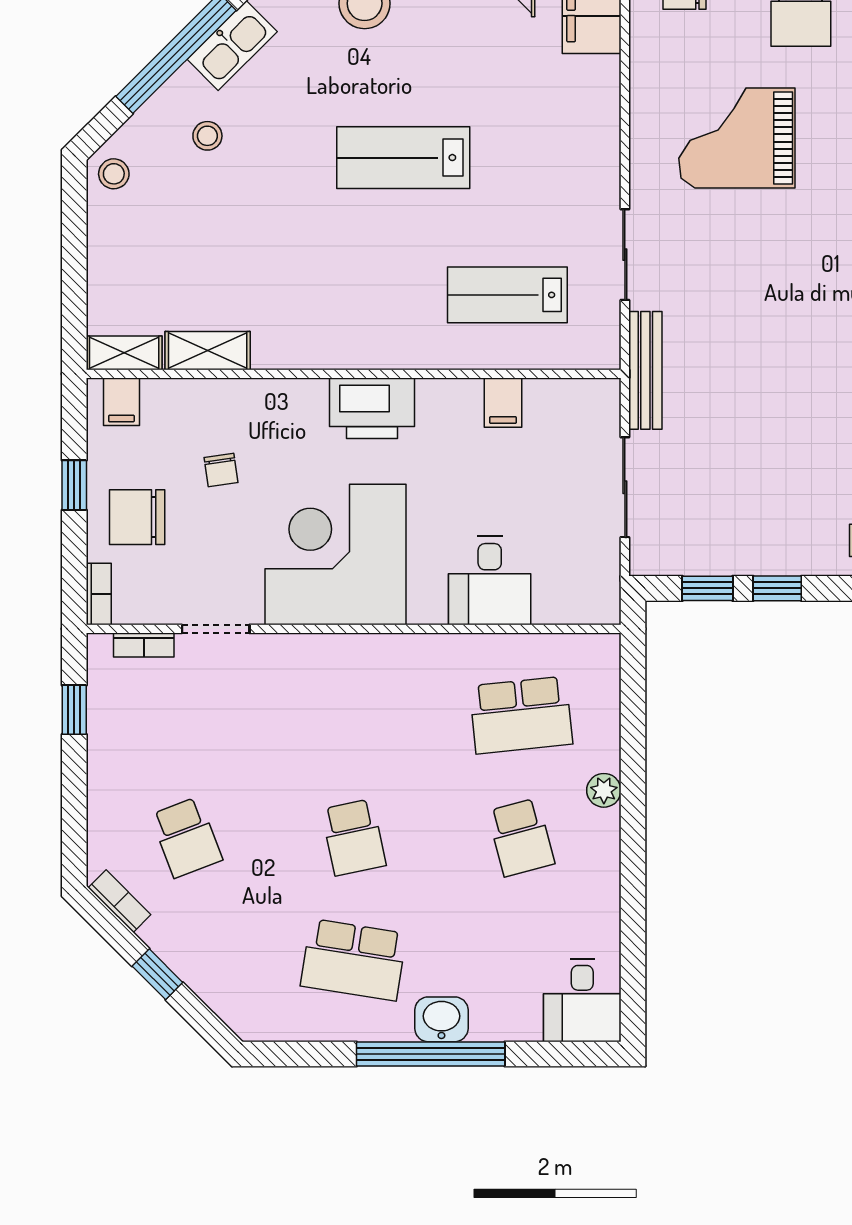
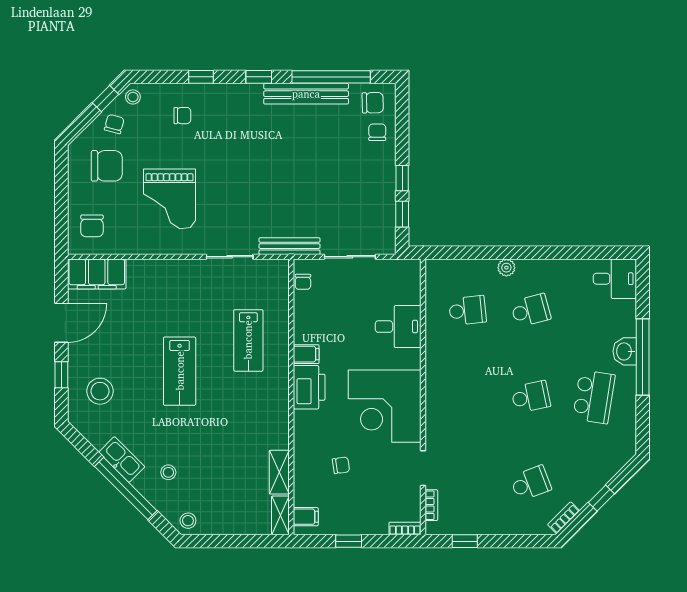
lab bench: (507, 295) -> (248, 340), moved
filing cabinet: (503, 403) -> (306, 354), moved
chair: (137, 517) -> (303, 282), moved, width x0.54, depth x0.54
school desk: (521, 715) -> (467, 310), width x0.54

